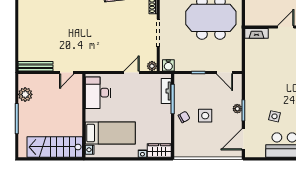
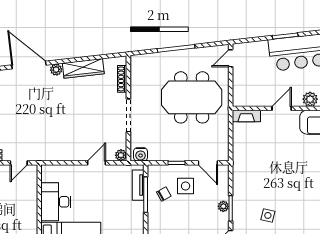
desk: (98, 93) -> (56, 202), moved
side table: (205, 116) -> (186, 186), moved
chair: (184, 117) -> (164, 194), moved

